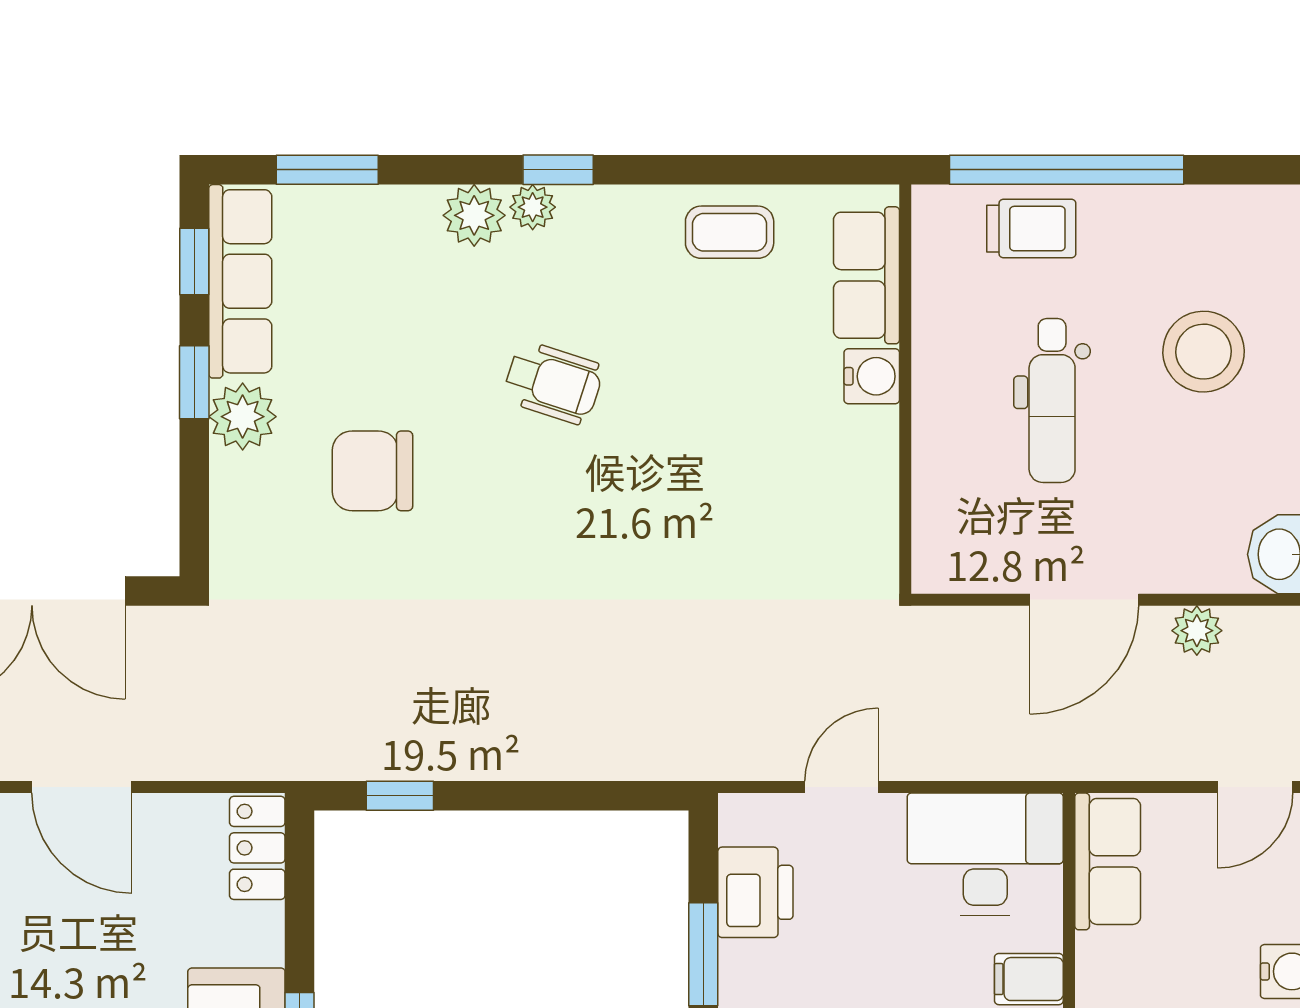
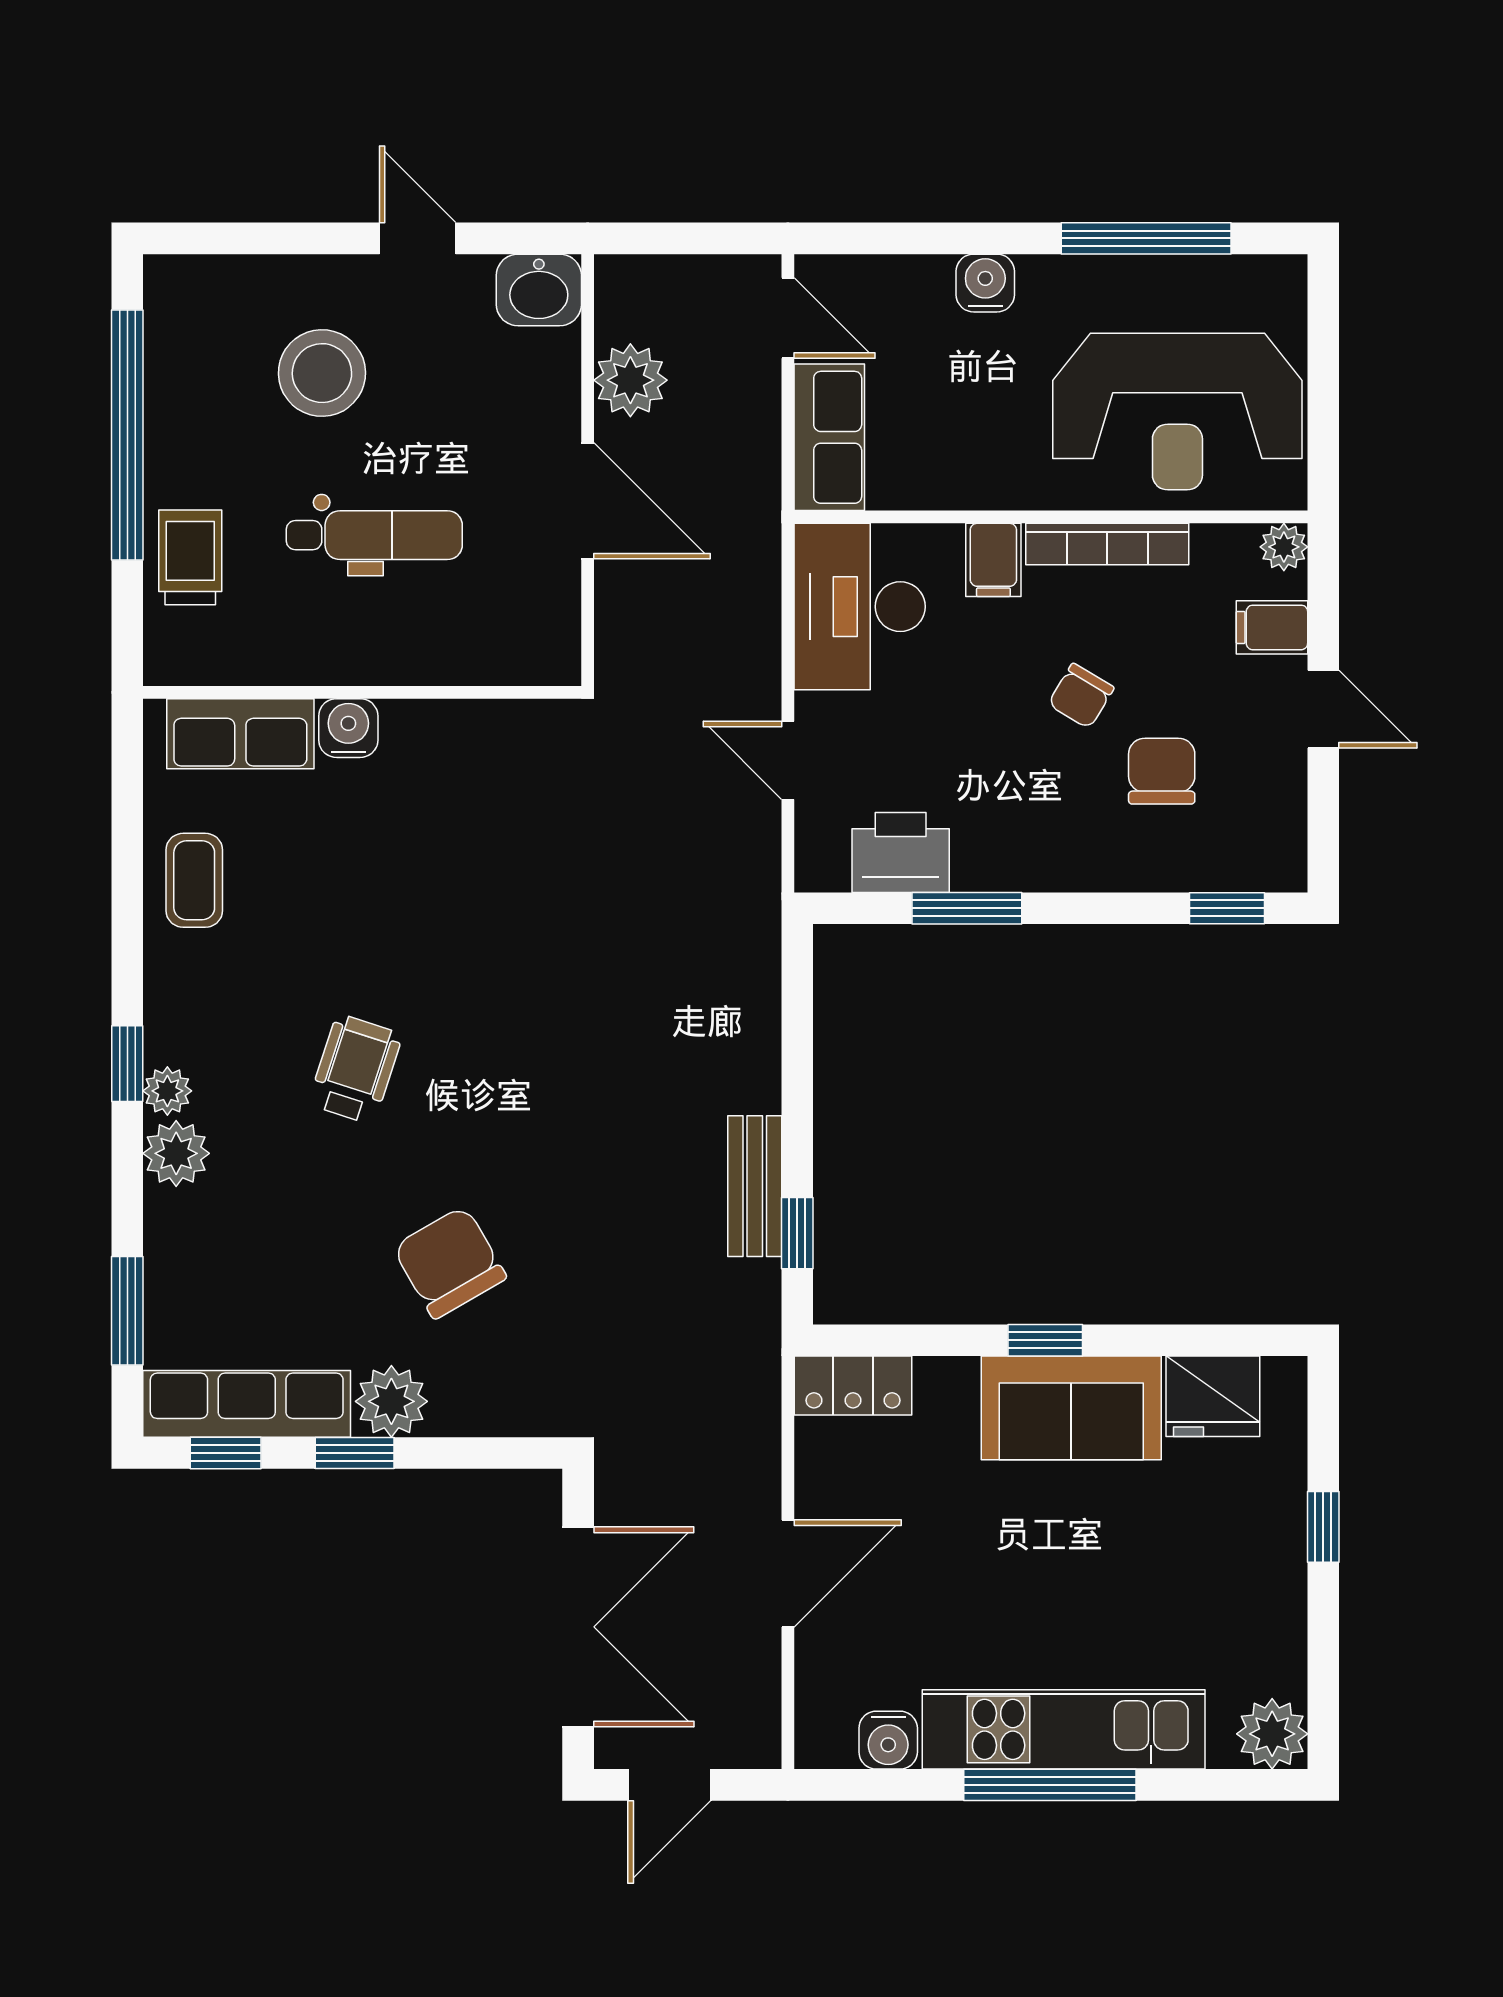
window: (1067, 170) -> (127, 435), moved
chair: (372, 471) -> (450, 1262), turned 150
plant: (1197, 631) -> (630, 380), width x1.38, depth x1.38
bench: (444, 756) -> (755, 1186), added
row of seats: (1108, 861) -> (829, 437), moved, turned 90

